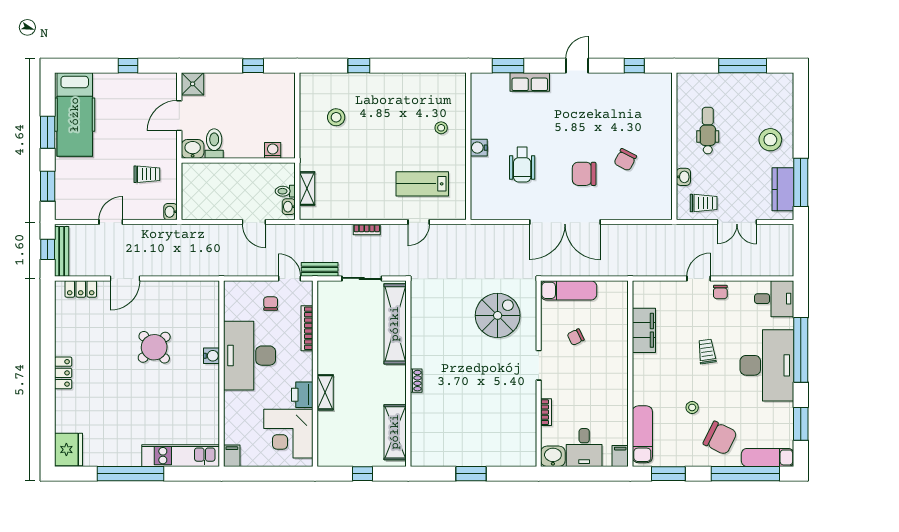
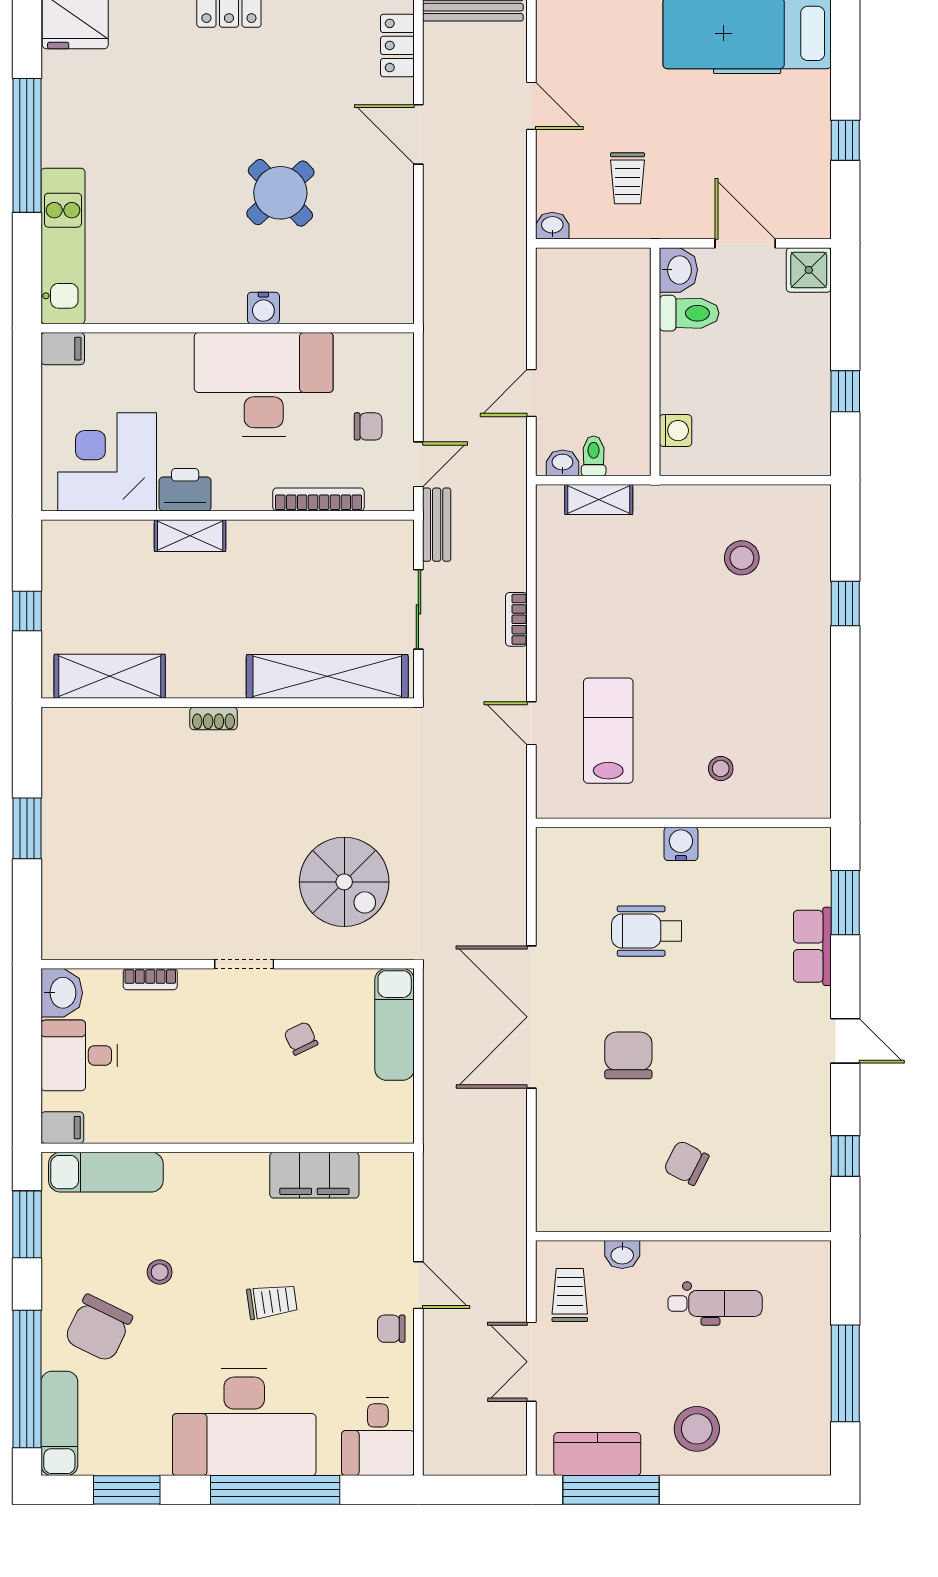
chair: (625, 160) -> (686, 1163), moved
trolley: (704, 203) -> (570, 1295), turned 180

